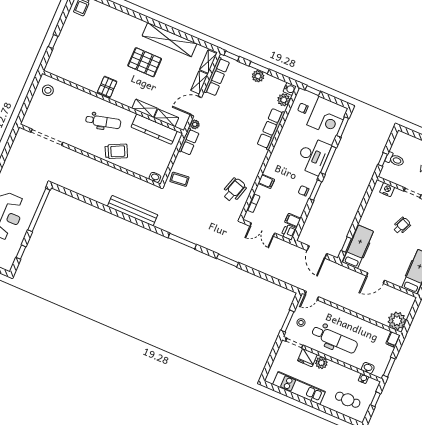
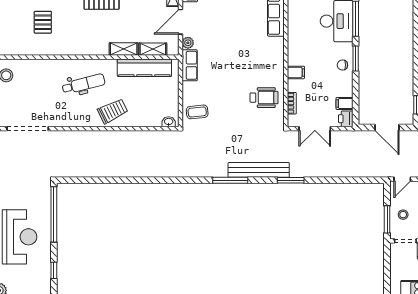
pallet: (107, 87) -> (43, 22), moved
wheelchair: (234, 190) -> (264, 98), turned 73
bench: (133, 211) -> (259, 170), moved

